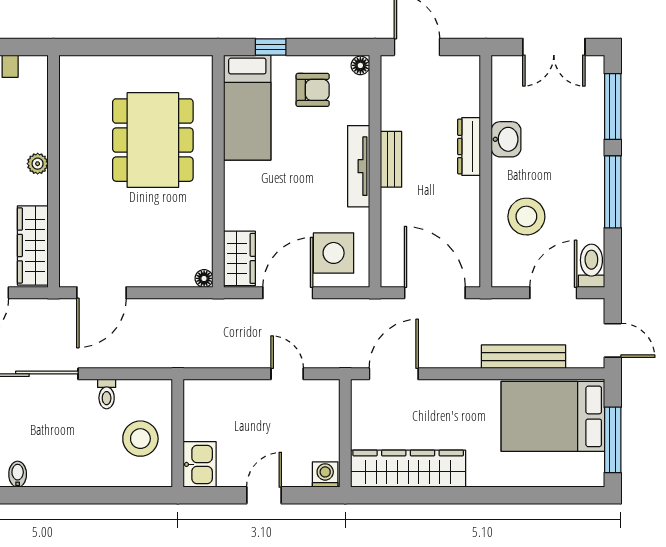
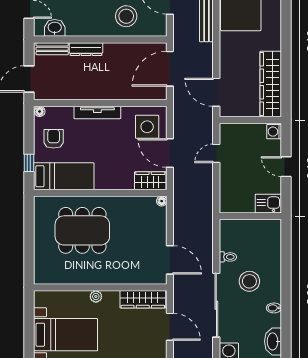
washbasin: (506, 139) -> (55, 28), moved
bench: (391, 159) -> (52, 49), moved
stool: (140, 439) -> (249, 281), moved

